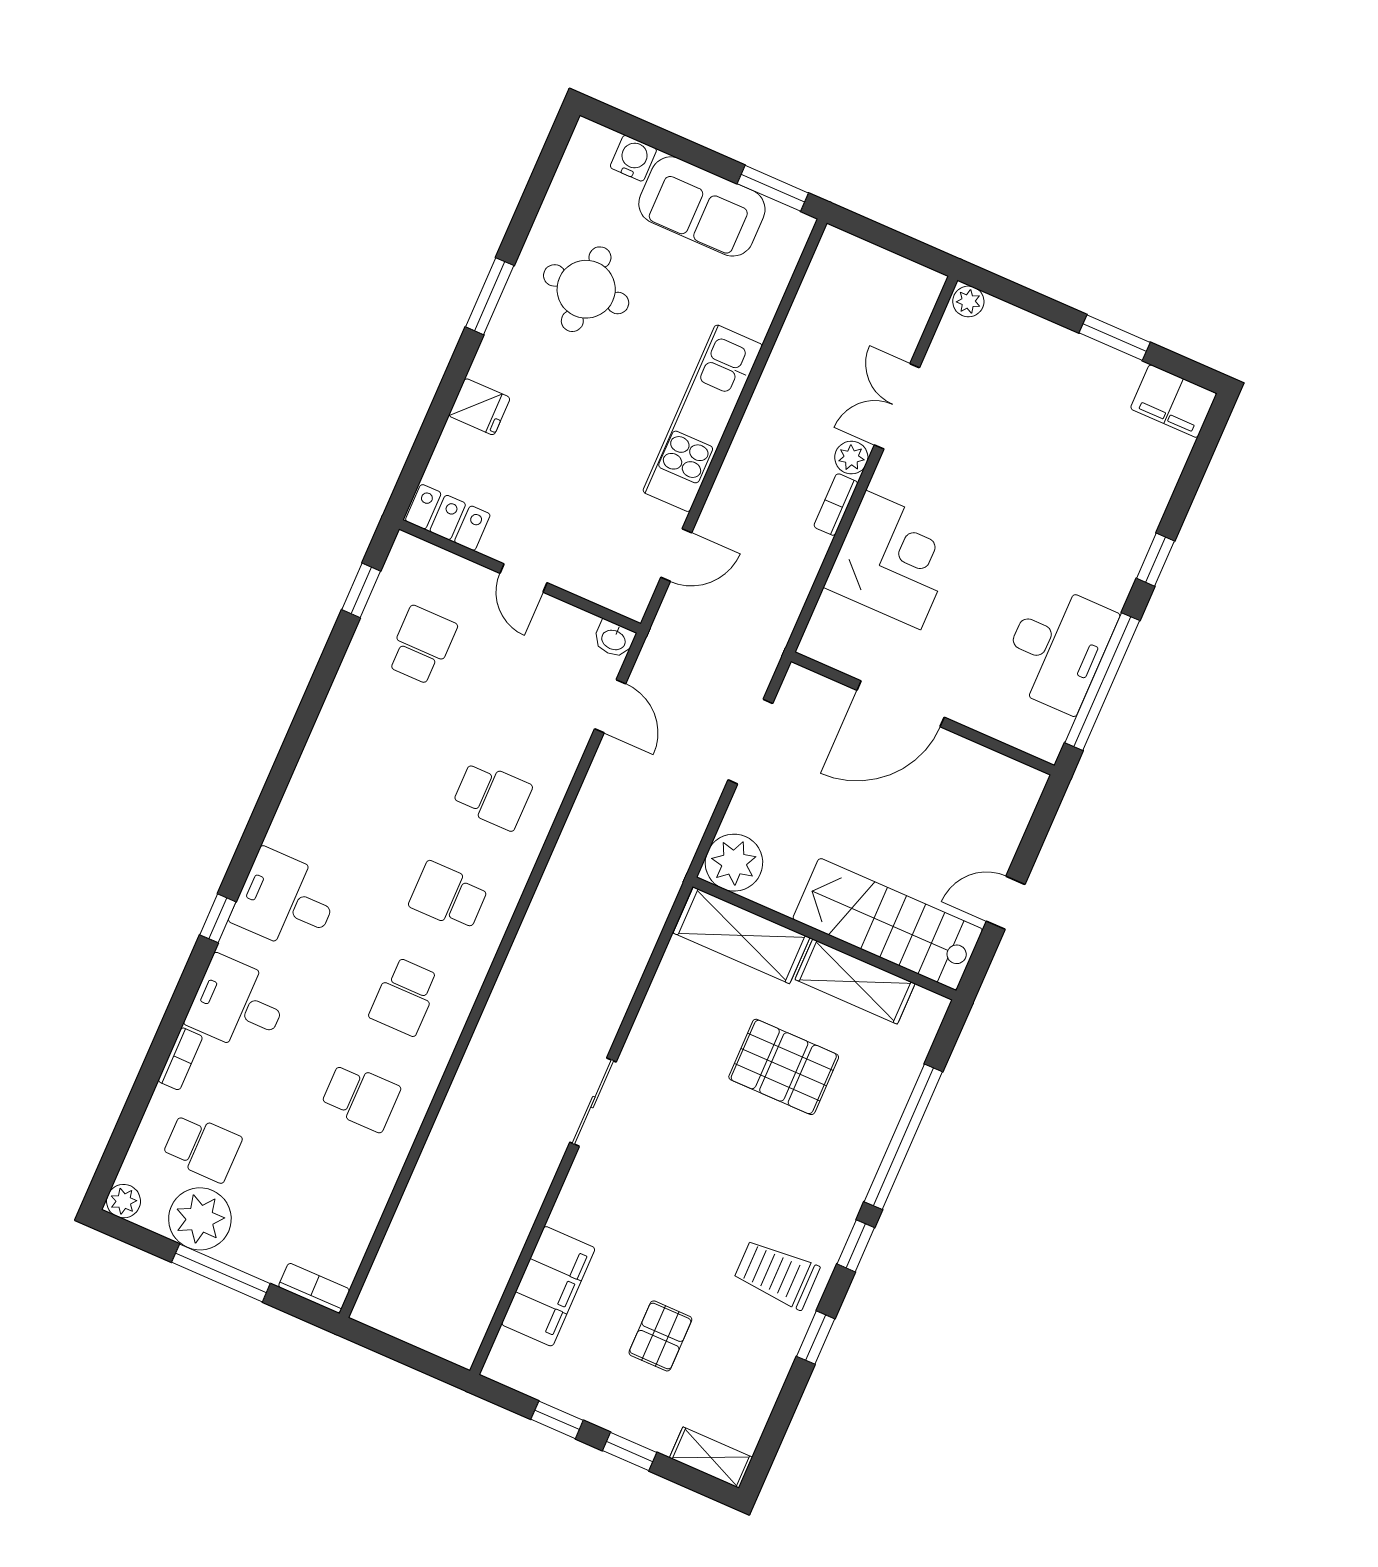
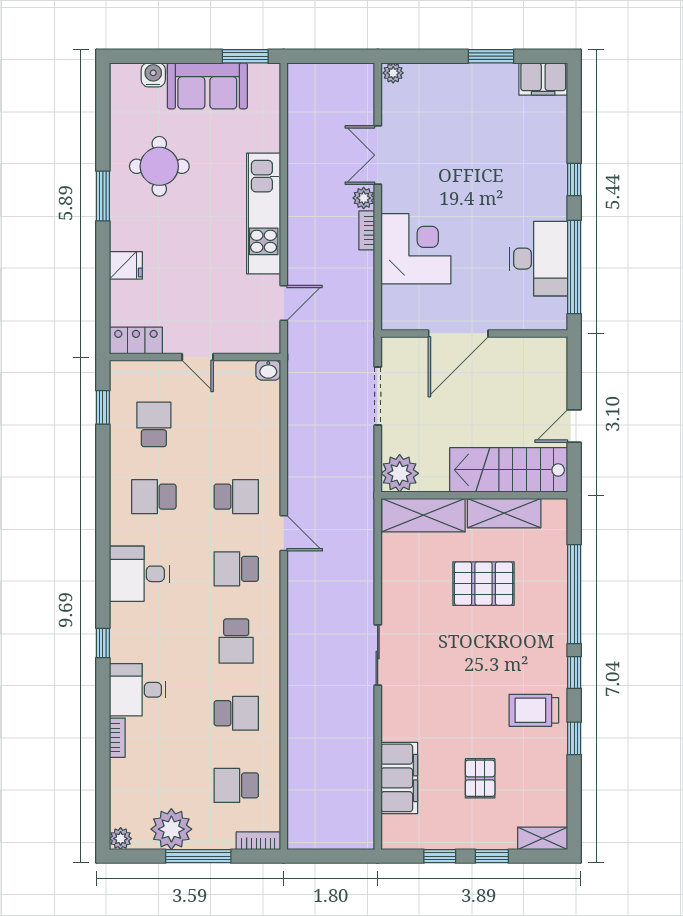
door: (610, 706) -> (284, 533), moved
school desk: (378, 746) -> (154, 497), added
desk: (286, 901) -> (139, 574), moved
school desk: (202, 1147) -> (236, 785), moved, turned 180

